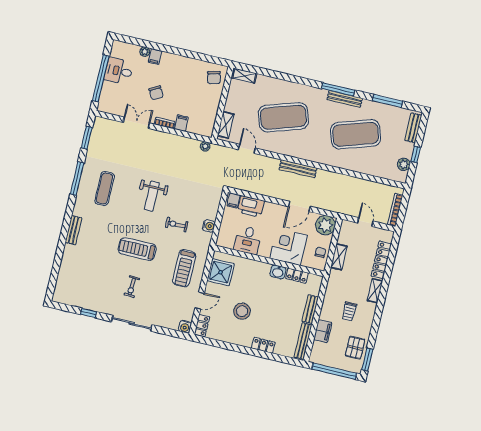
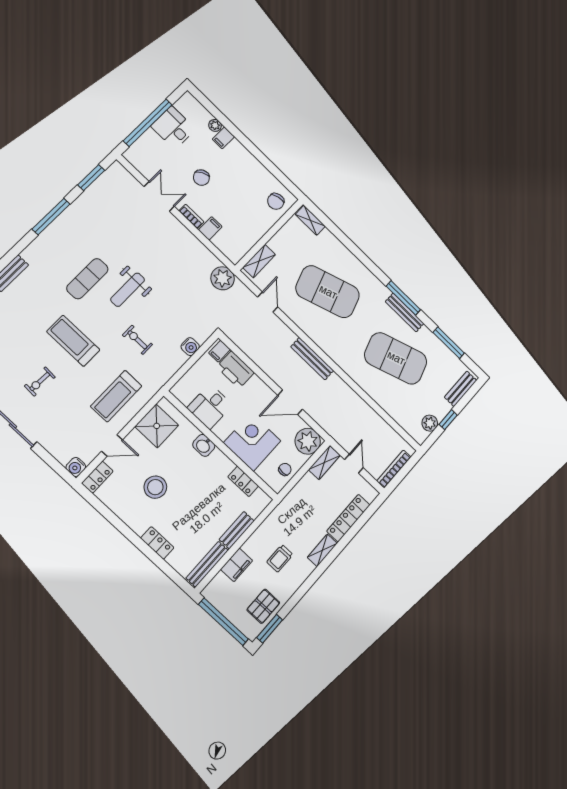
plant: (205, 146) -> (223, 278), width x1.87, depth x1.87
exercise mat: (104, 189) -> (87, 279), moved
water cooler: (209, 226) -> (190, 347), moved
shelving: (339, 257) -> (324, 463), moved
washbasin: (278, 272) -> (204, 445), moved

